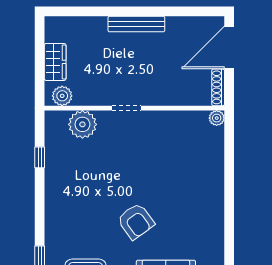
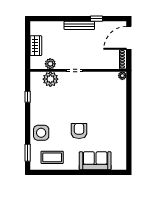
window: (168, 11) -> (96, 19), added
plant: (62, 96) -> (50, 64), moved
armchair: (136, 221) -> (79, 131), turned -144
side table: (65, 225) -> (41, 133), added

